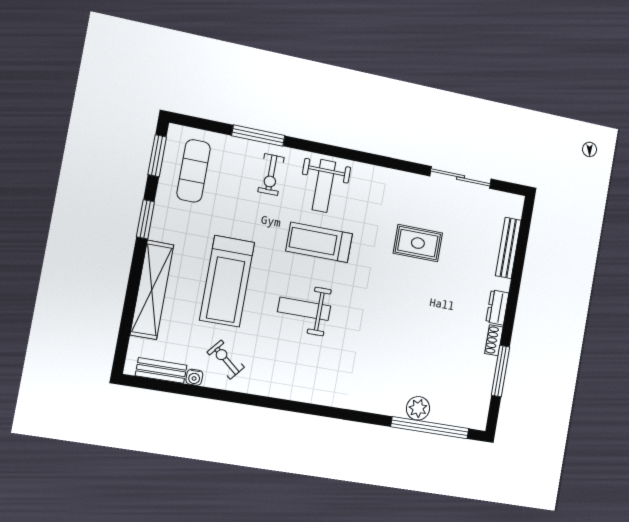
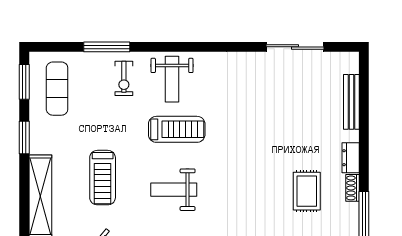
treadmill: (319, 242) -> (177, 129), turned 180
rug: (418, 243) -> (307, 191), moved, turned 90
treadmill: (227, 281) -> (103, 178), width x0.73, depth x0.73

